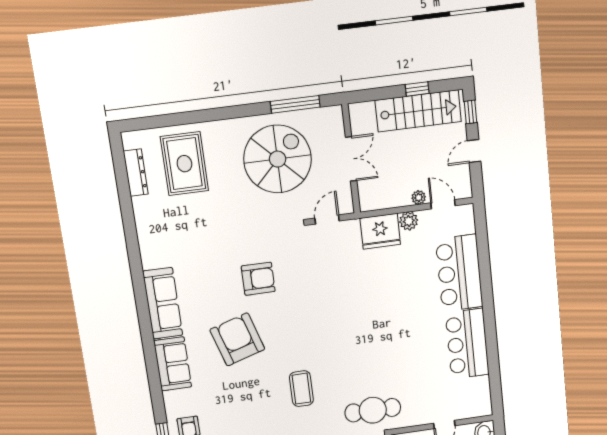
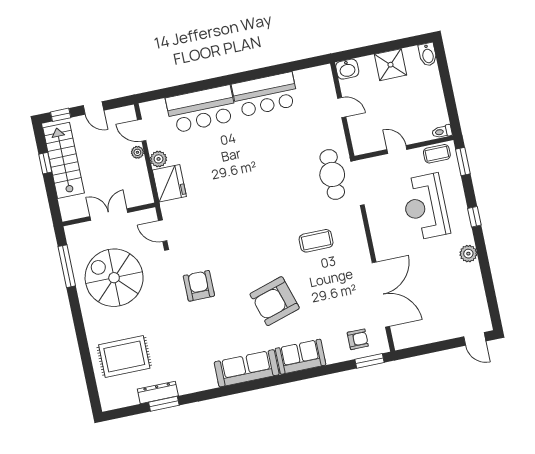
dresser: (136, 173) -> (158, 392), moved
door: (443, 204) -> (142, 130), hinge flipped
window: (126, 206) -> (164, 404), added
armchair: (258, 279) -> (199, 286), moved

